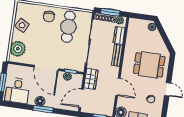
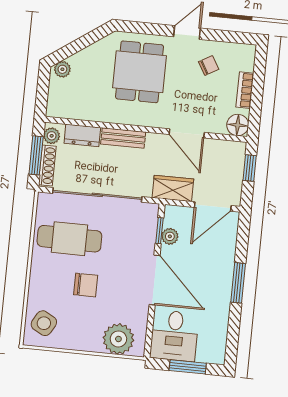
chair: (49, 17) -> (86, 285), moved
side table: (22, 25) -> (44, 323), moved
door: (46, 68) -> (155, 280), hinge flipped
door: (118, 87) -> (187, 133), swing flipped
desk: (17, 91) -> (174, 336), moved, turned 90
door: (81, 98) -> (213, 206), hinge flipped
floor lamp: (40, 101) -> (222, 289), removed

